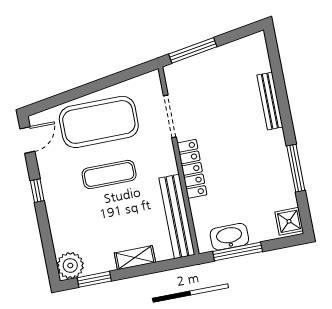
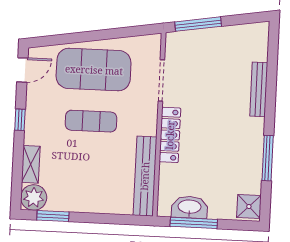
shelving: (135, 258) -> (31, 164), moved, turned 90

